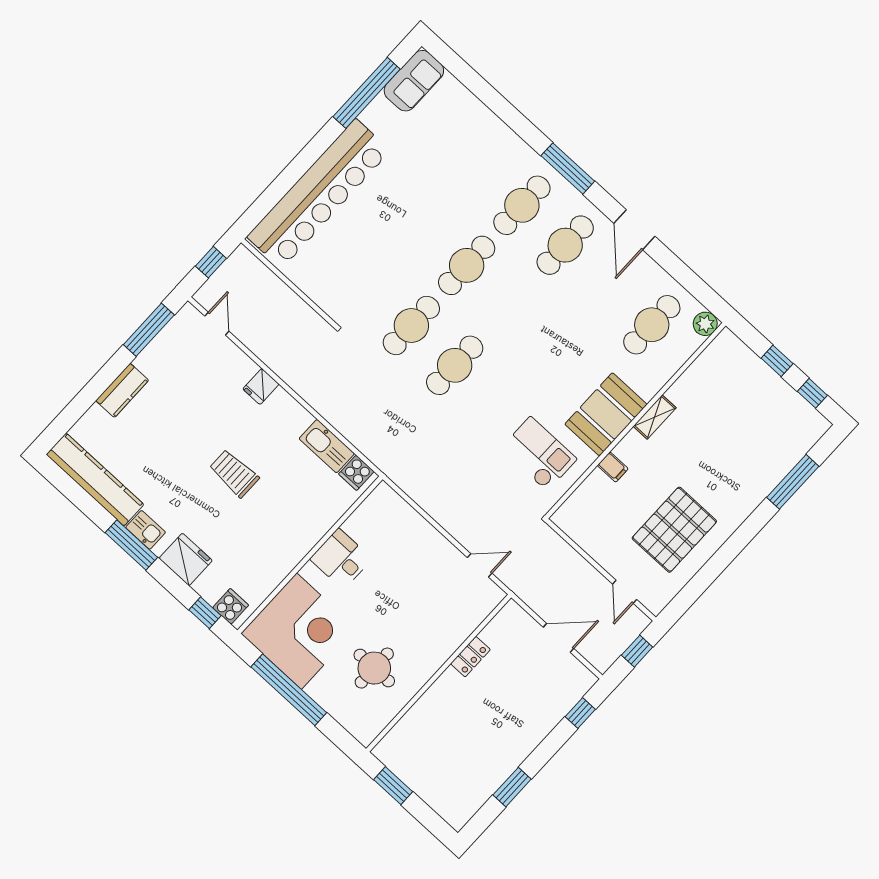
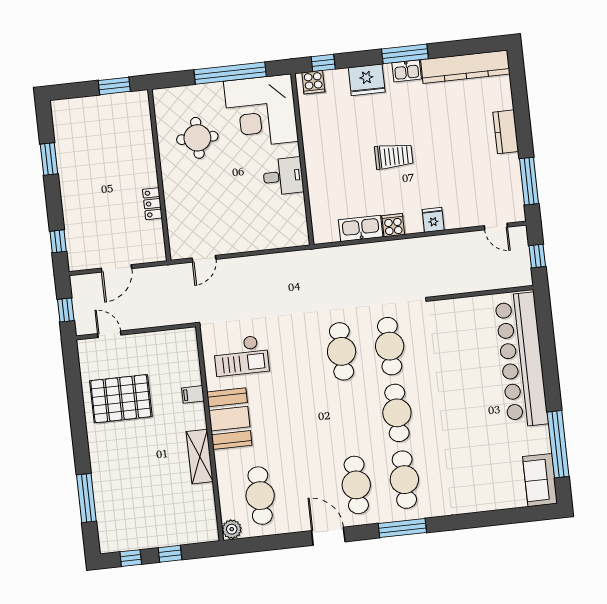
shelving: (655, 417) -> (200, 457), width x1.50, depth x1.33
cooker: (356, 473) -> (393, 225), moved
pallet: (674, 530) -> (121, 399), turned 90

